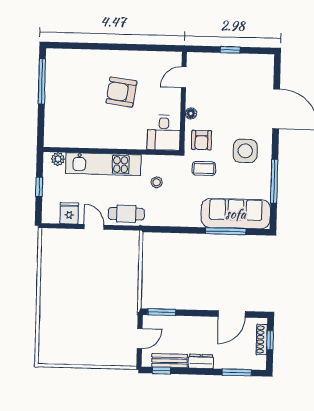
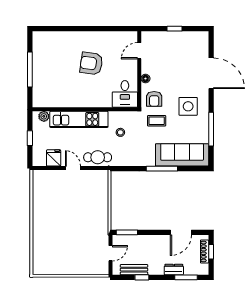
window: (42, 81) -> (30, 69), moved
window: (226, 231) -> (162, 169), moved
dresser: (201, 361) -> (174, 270), moved
window: (161, 370) -> (142, 277), moved

